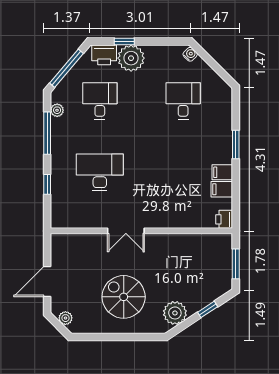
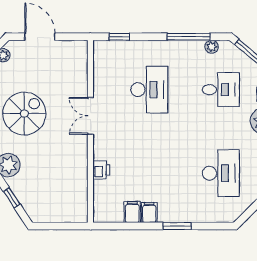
desk: (183, 101) -> (221, 173), width x1.37
window: (47, 184) -> (119, 37), moved
printer: (224, 219) -> (101, 170), moved, turned 90
window: (236, 264) -> (57, 226), removed

